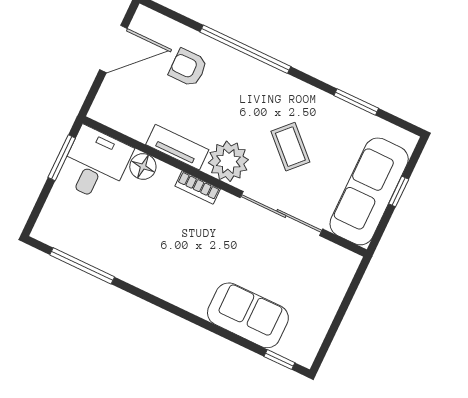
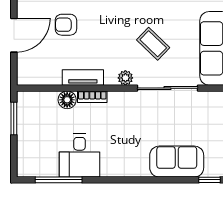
plant: (228, 161) -> (125, 78), width x0.53, depth x0.53
desk: (95, 164) -> (80, 155), moved, turned 180
bookcase: (198, 188) -> (92, 97), moved

